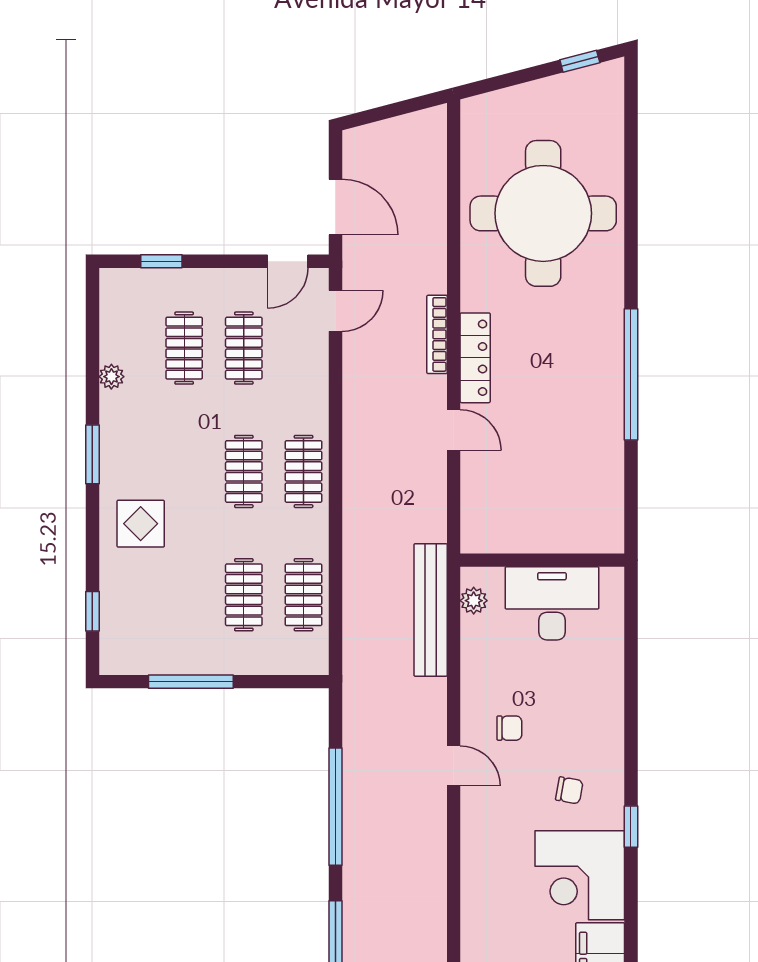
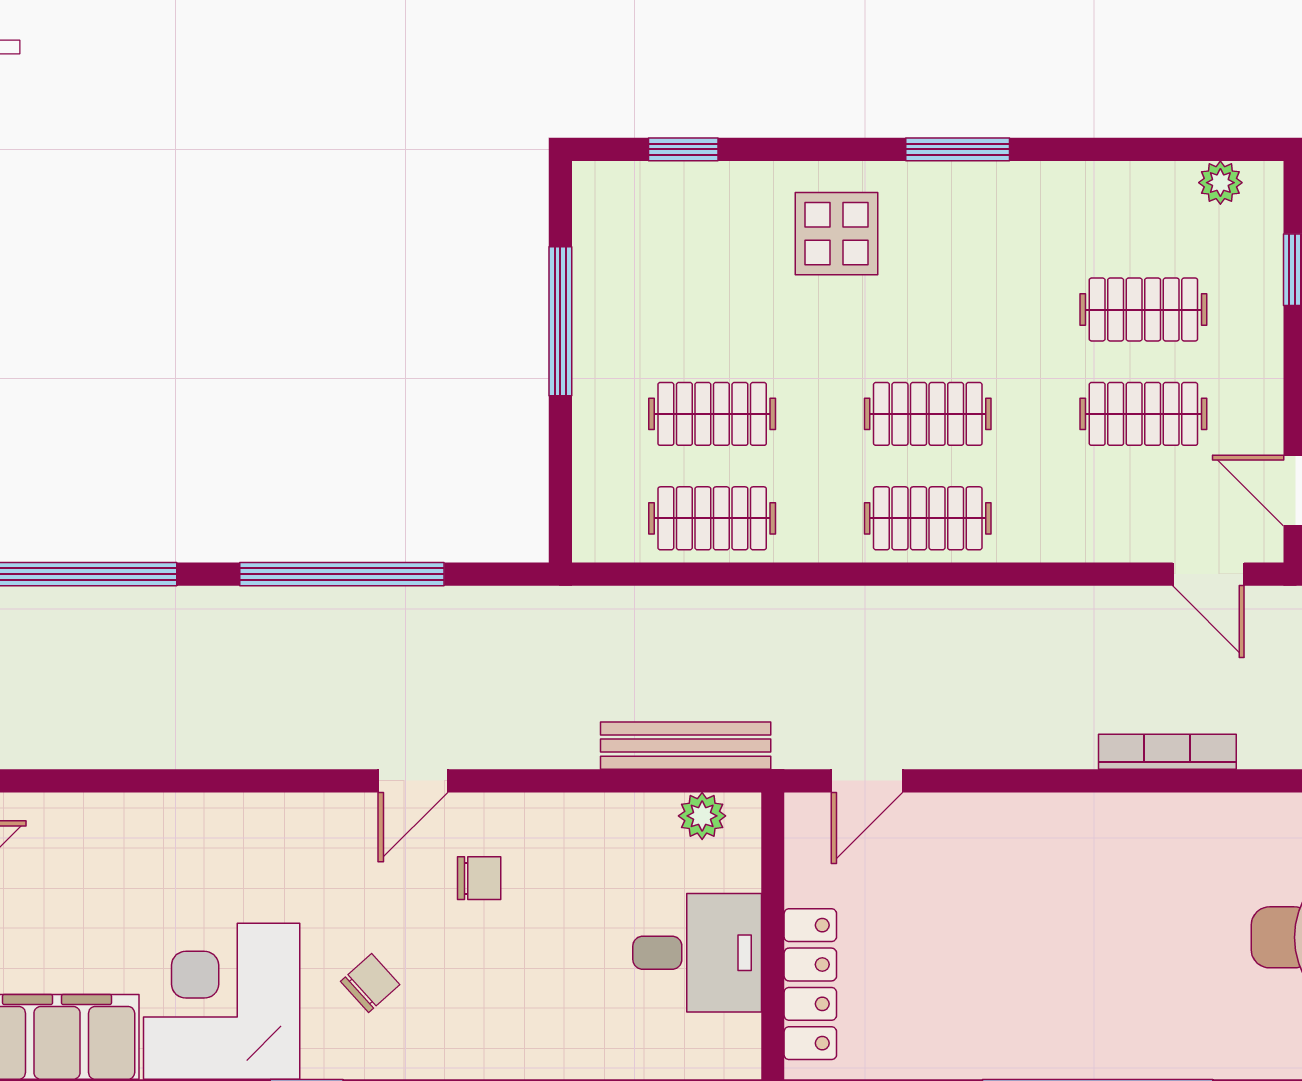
locker: (475, 358) -> (810, 984), moved, turned -90
plant: (111, 377) -> (1220, 183), moved
door: (454, 430) -> (867, 781), moved
desk: (552, 603) -> (697, 953), width x0.73
bench: (431, 610) -> (686, 746), width x0.73, depth x0.82
chair: (509, 728) -> (479, 878), turned -90
chair: (569, 790) -> (370, 983), turned -142

